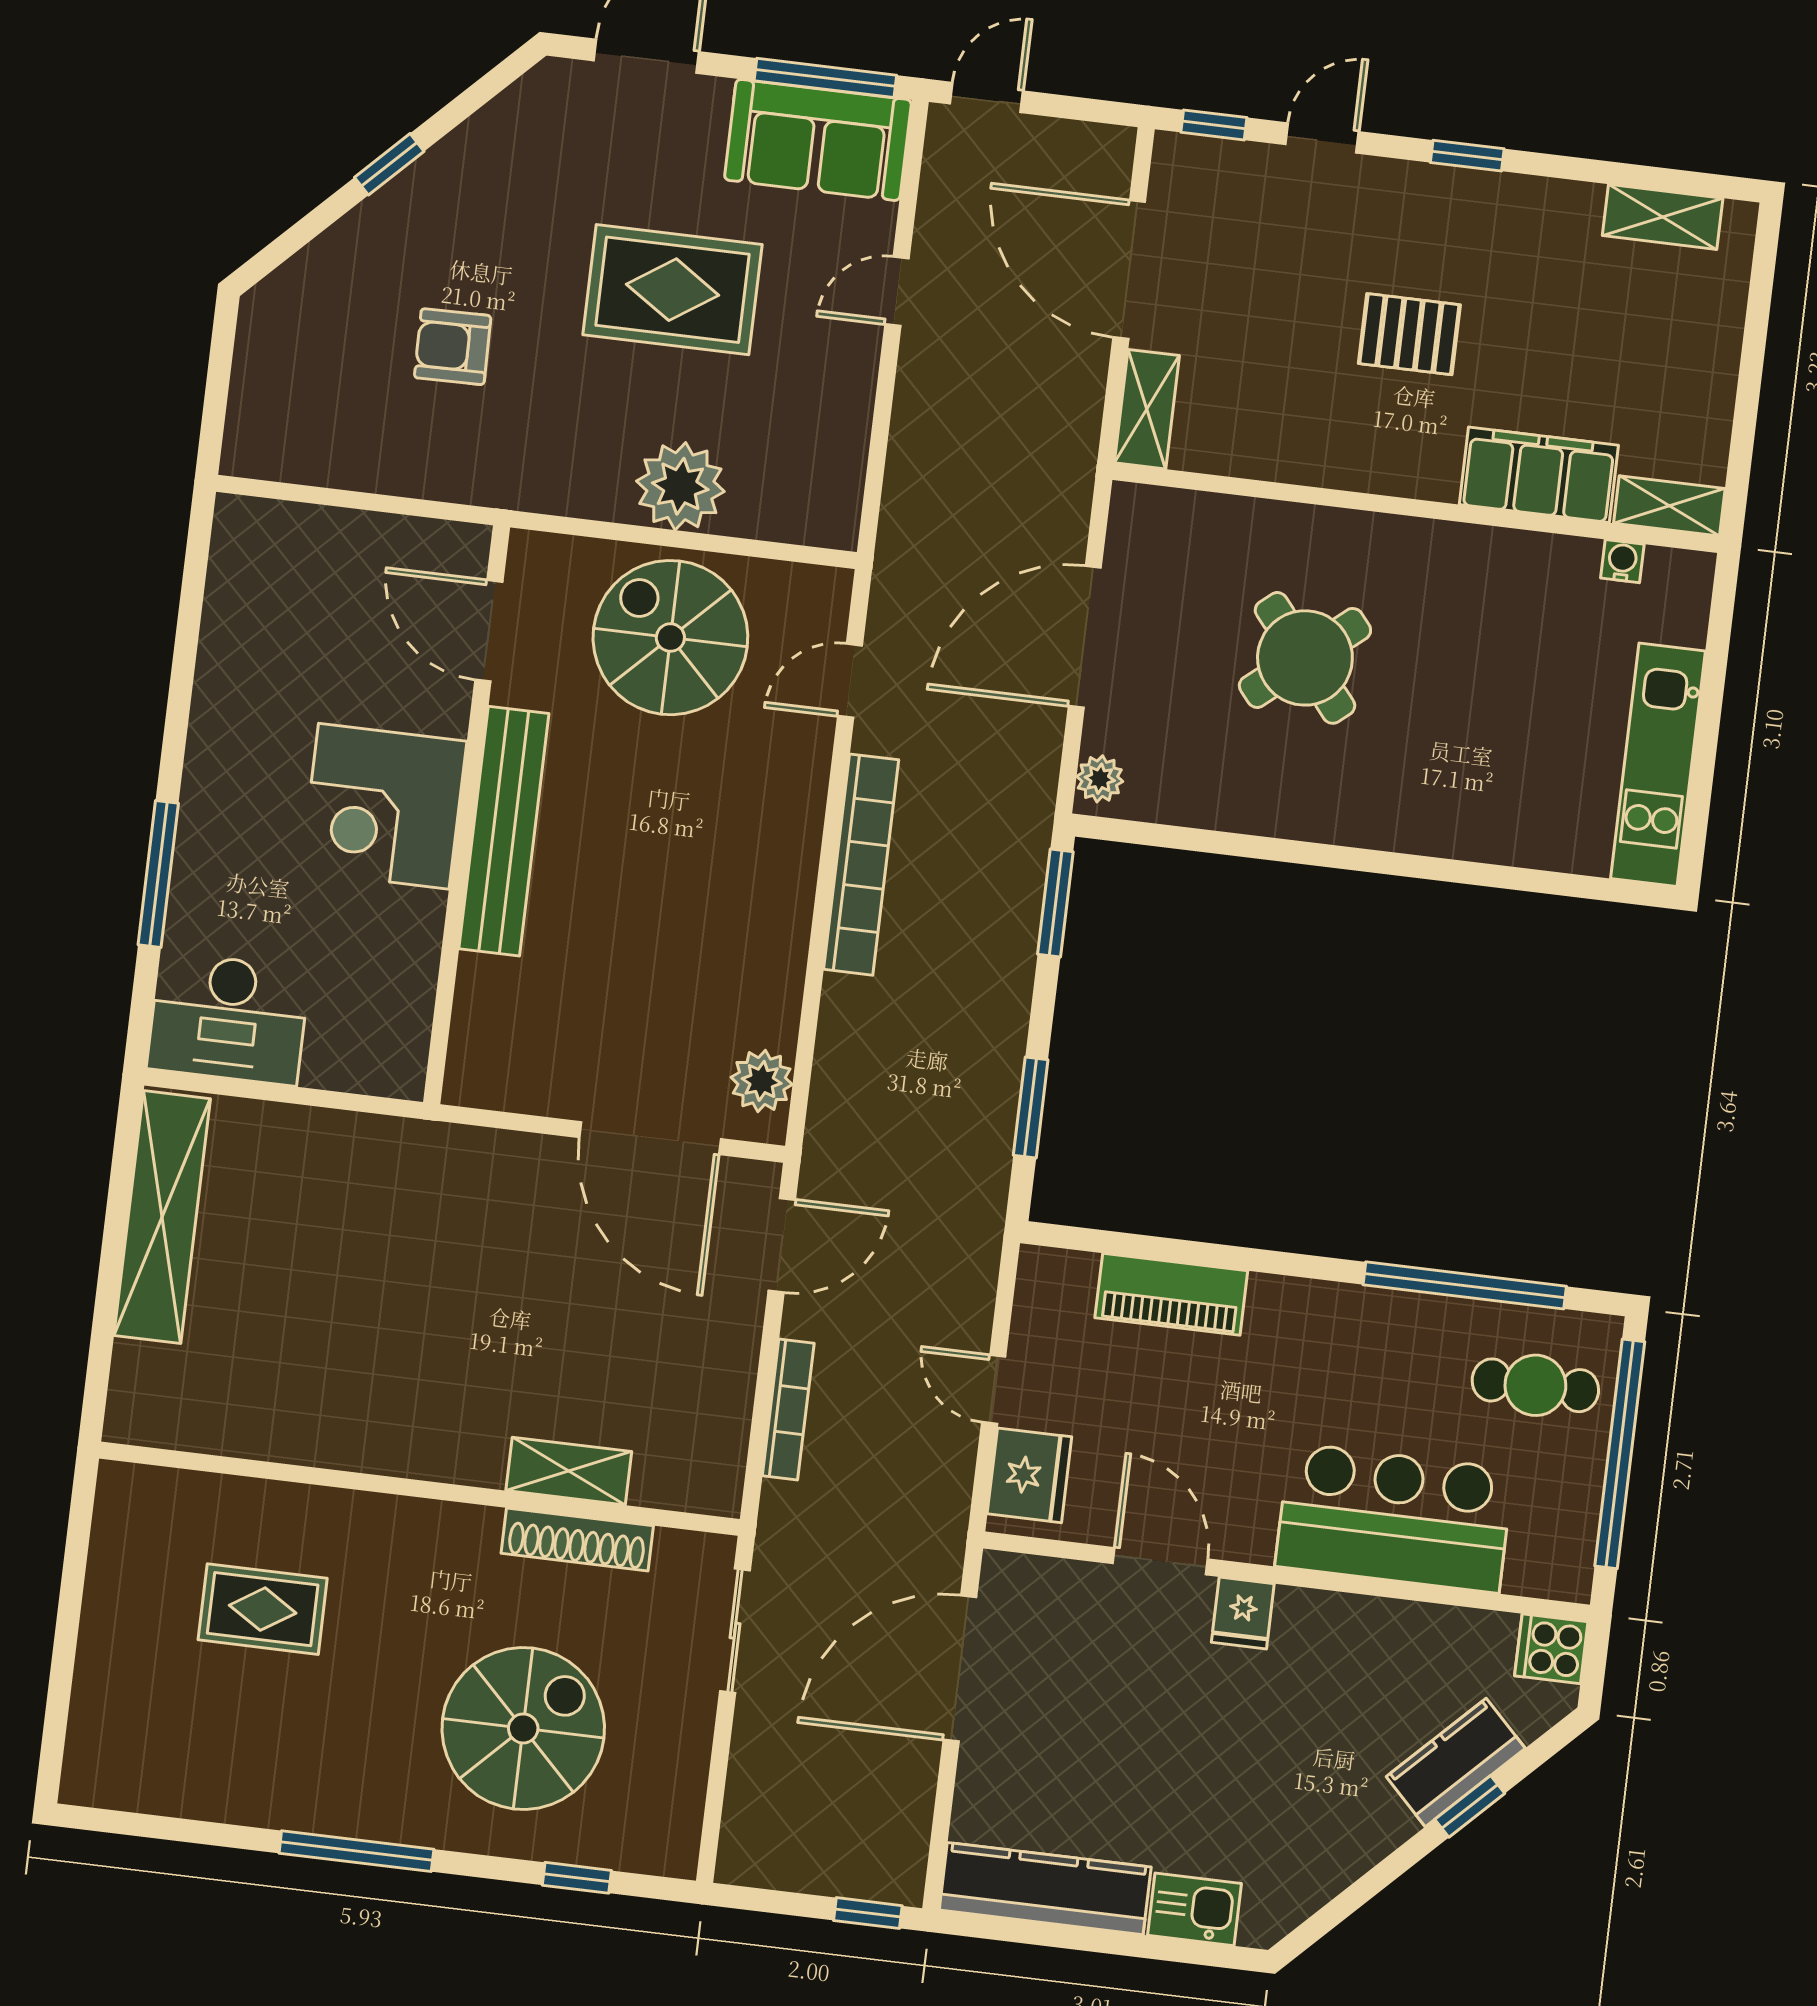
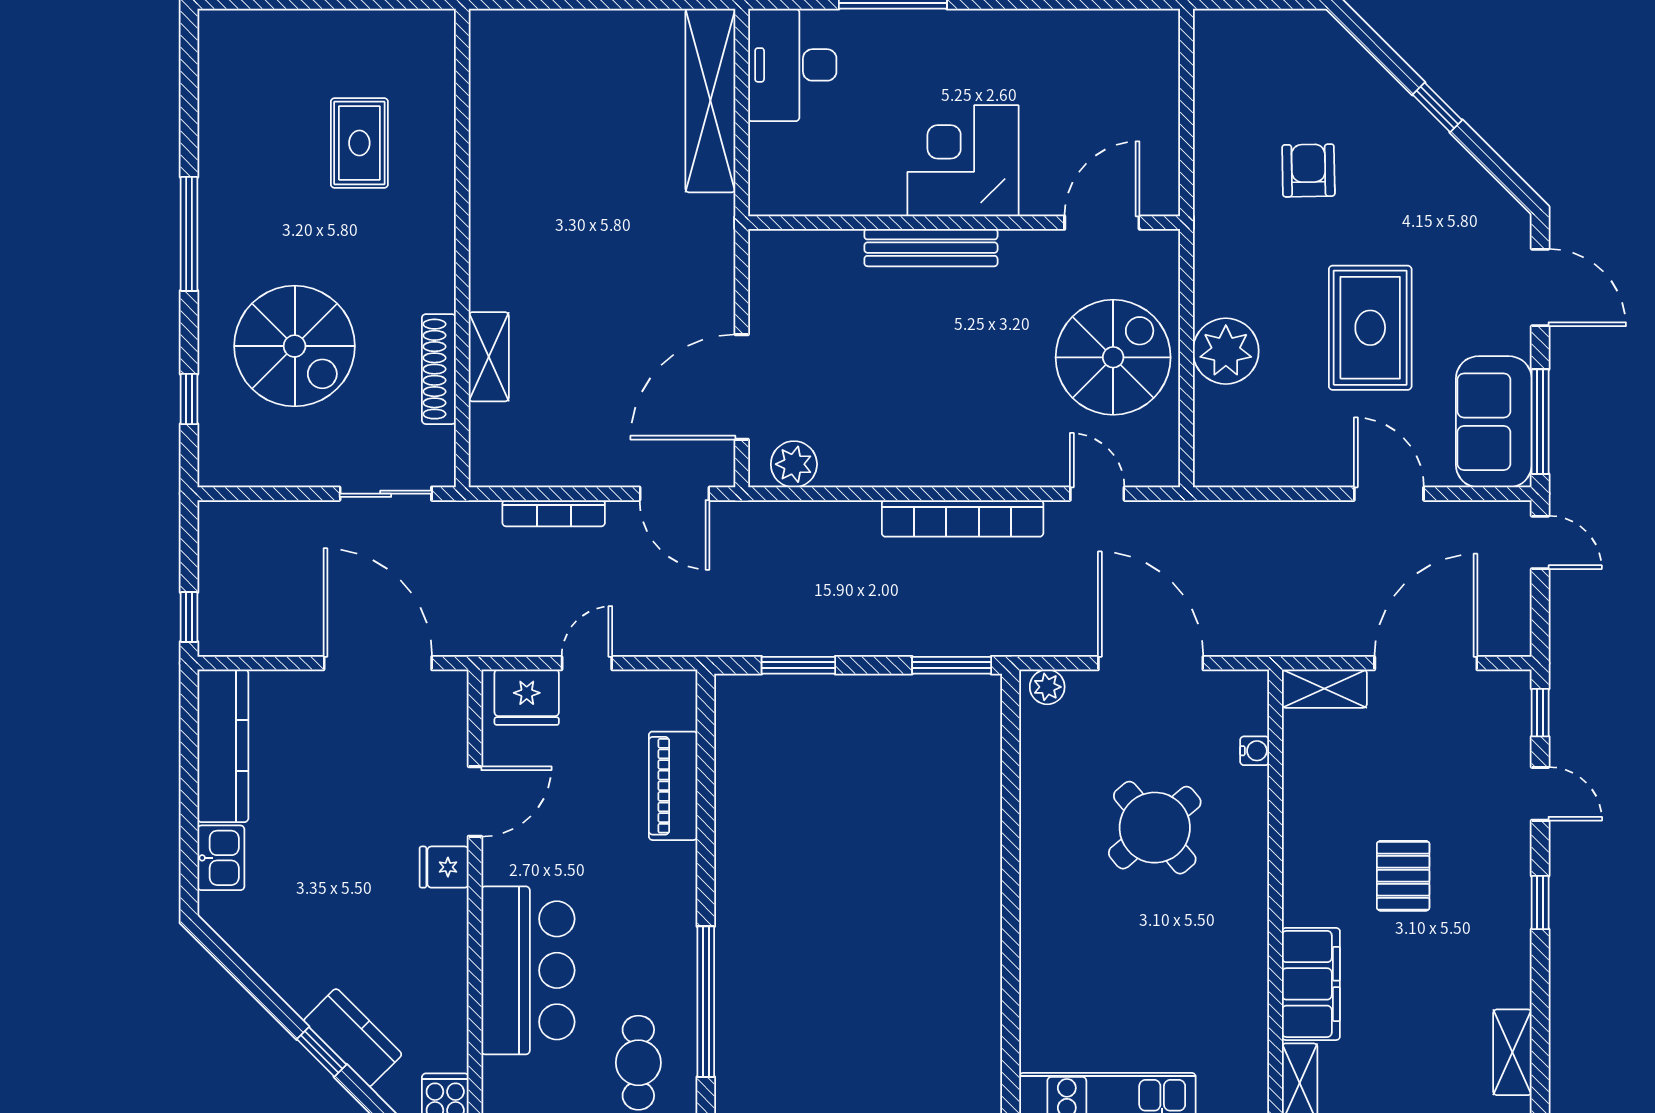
door: (897, 291) -> (1389, 494), width x1.38
water cooler: (1622, 561) -> (1255, 751), moved
bench: (504, 831) -> (931, 248), width x0.73, depth x0.82
shelving: (162, 1217) -> (710, 101), moved, turned 90

